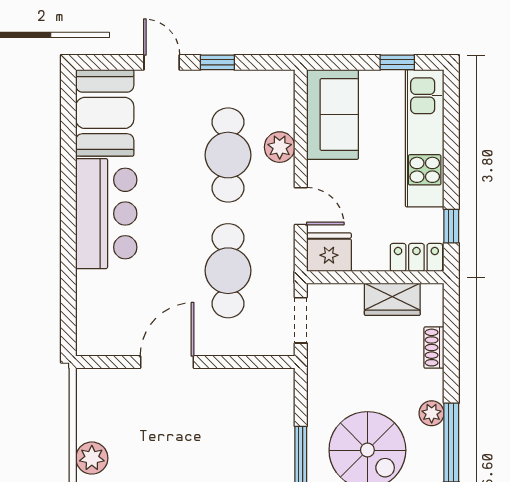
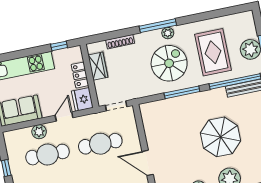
locker: (416, 257) -> (80, 75), moved
shoe rack: (434, 348) -> (120, 42), width x1.43
plant: (432, 413) -> (168, 33), moved

